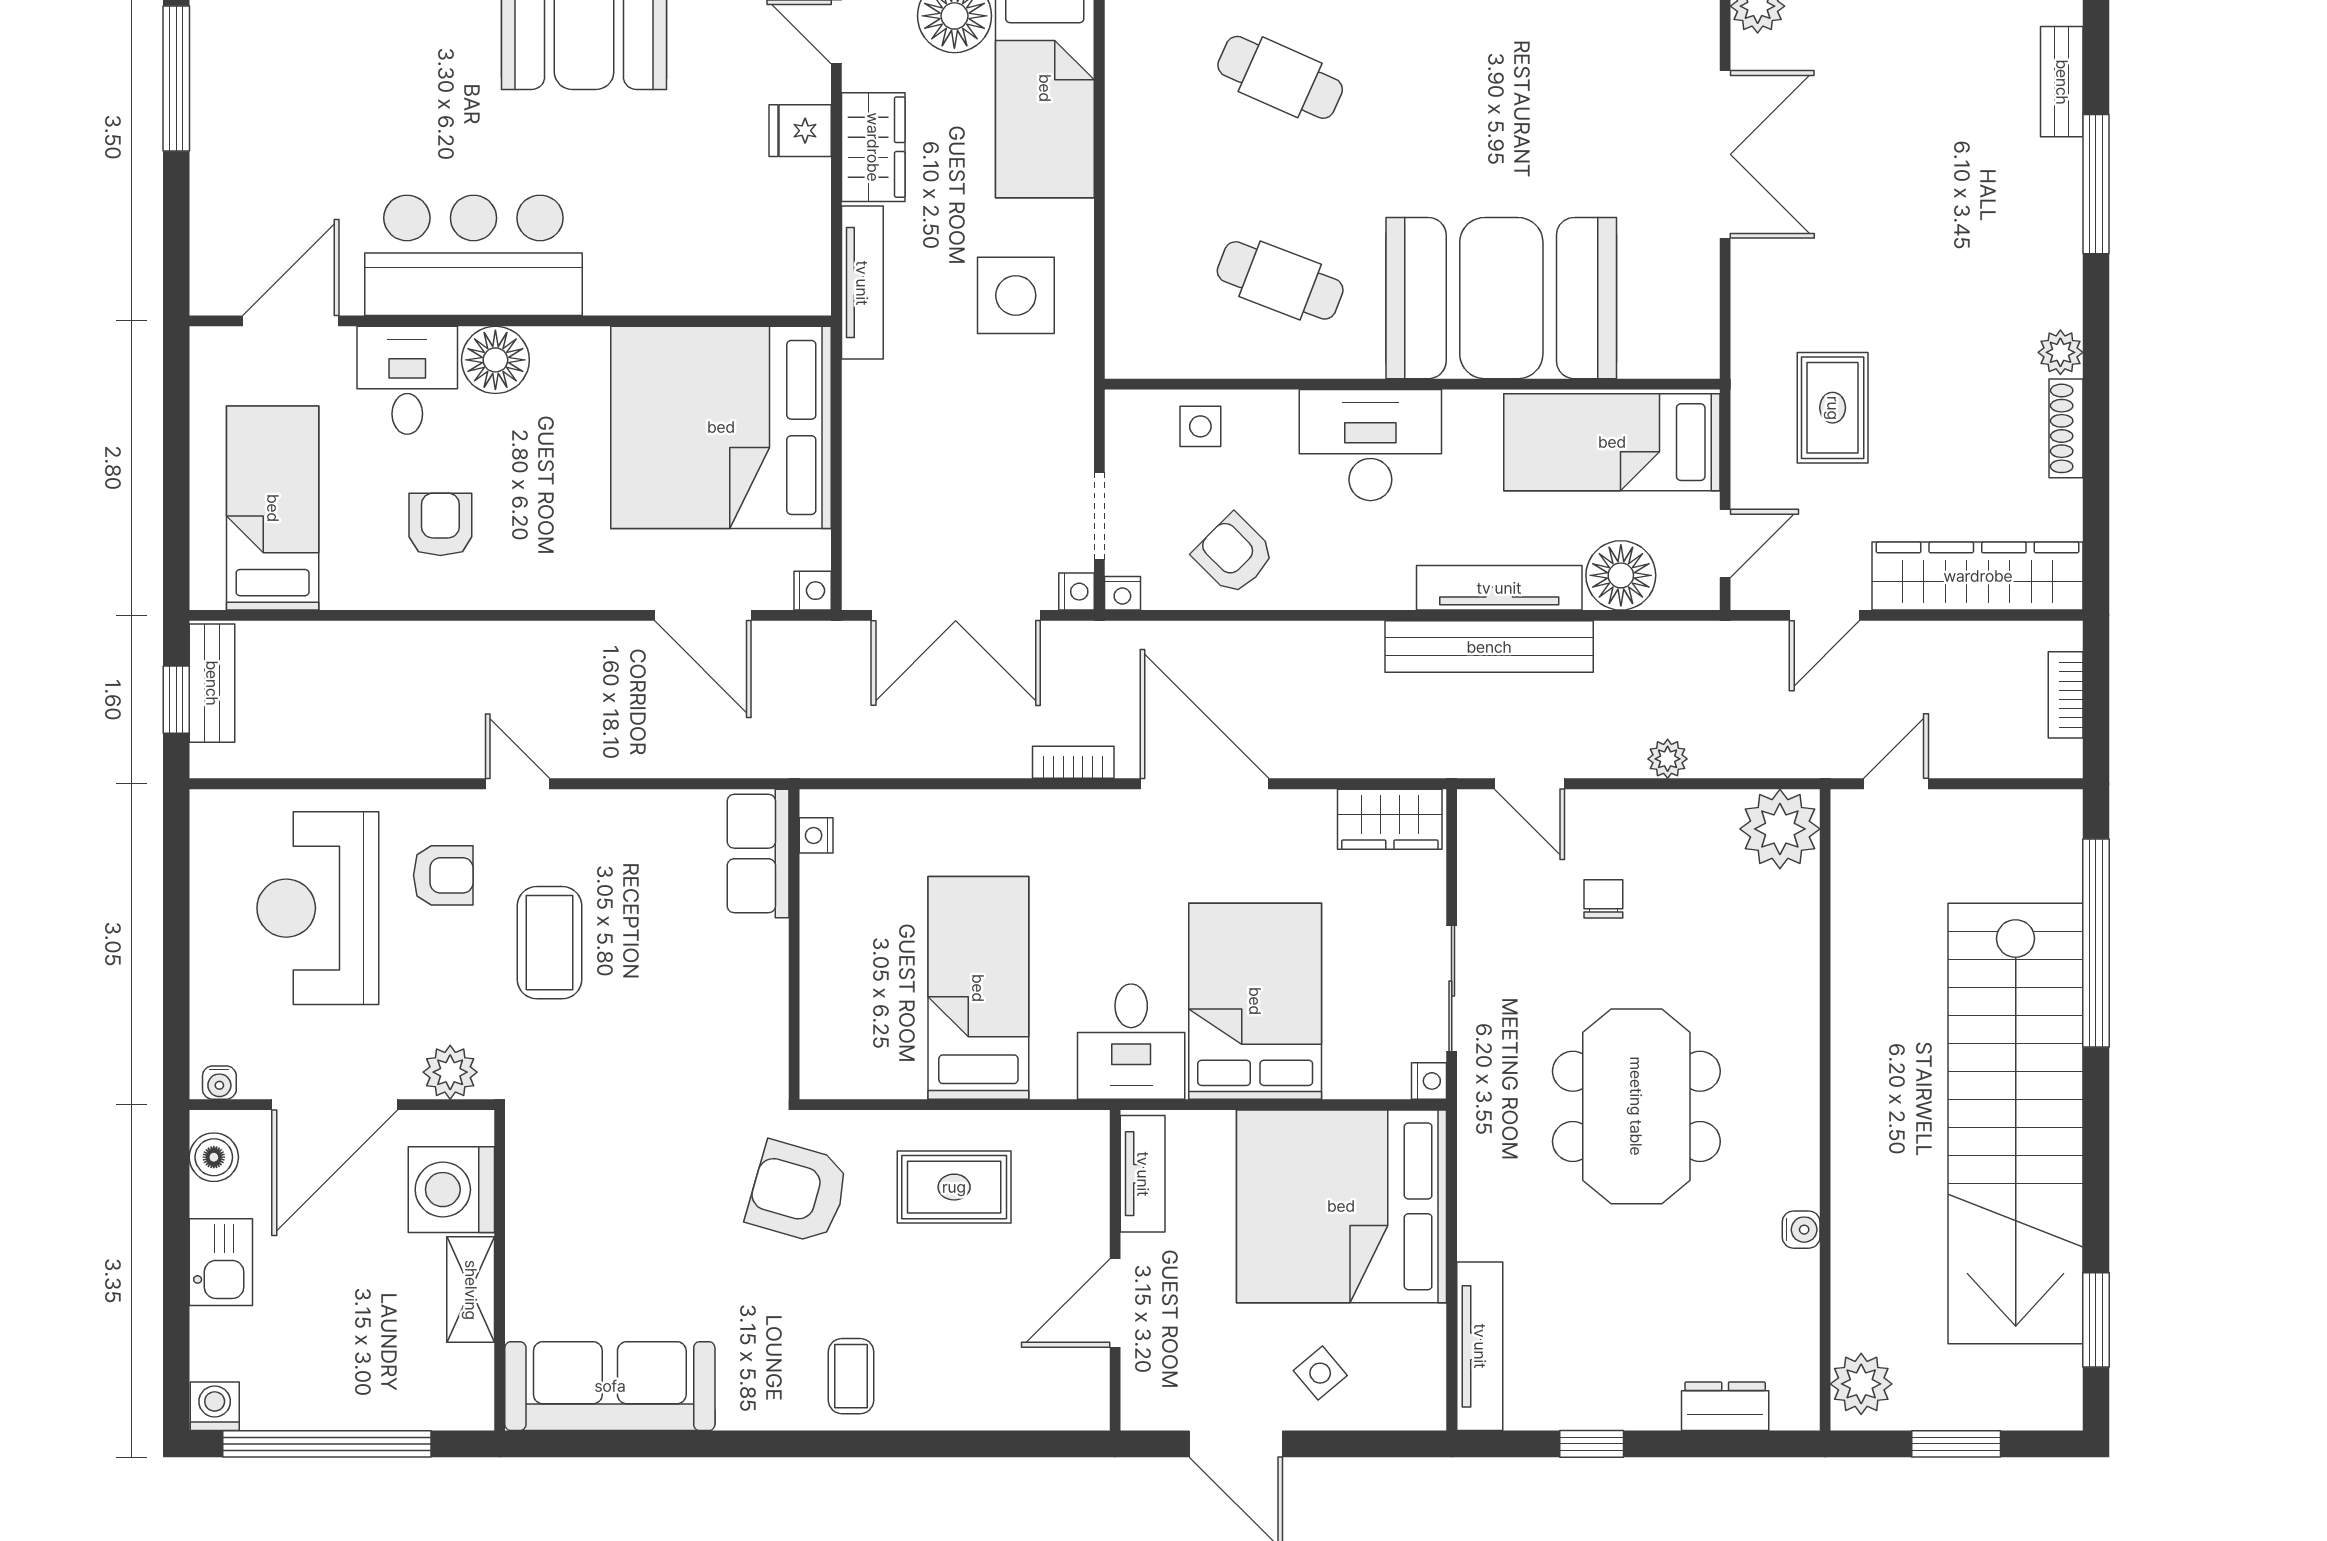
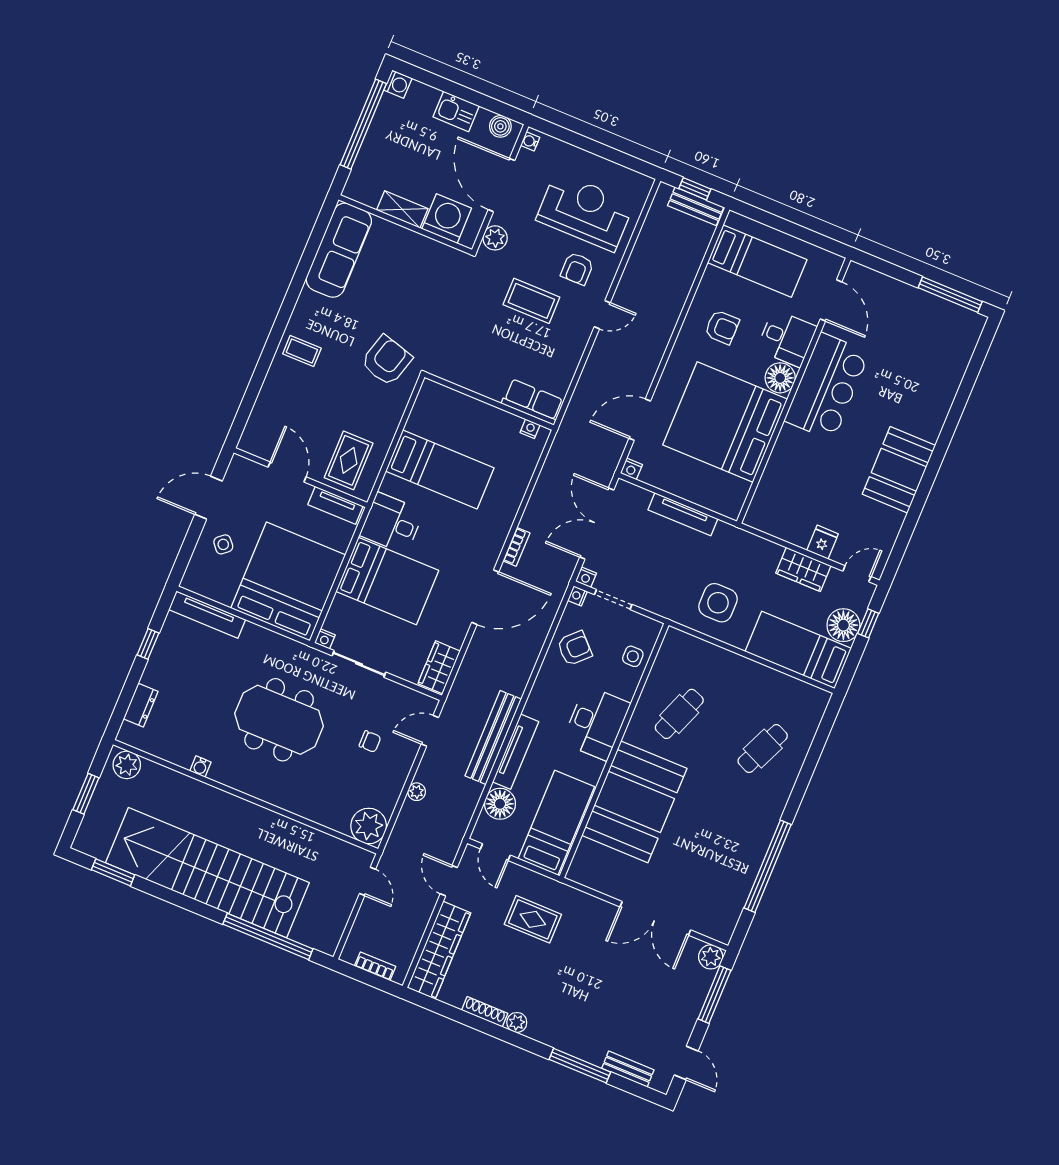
tv unit: (862, 283) -> (683, 514), moved
bed: (721, 427) -> (725, 422), moved, turned -90
rug: (954, 1187) -> (349, 460), moved

